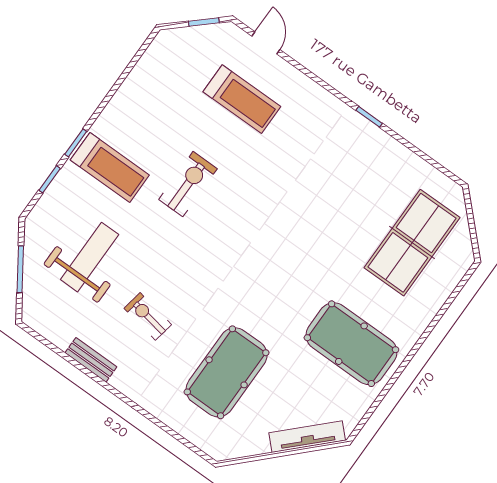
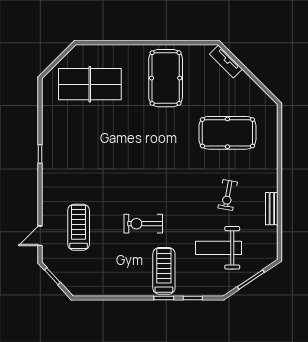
tv unit: (307, 437) -> (226, 62), width x0.71

